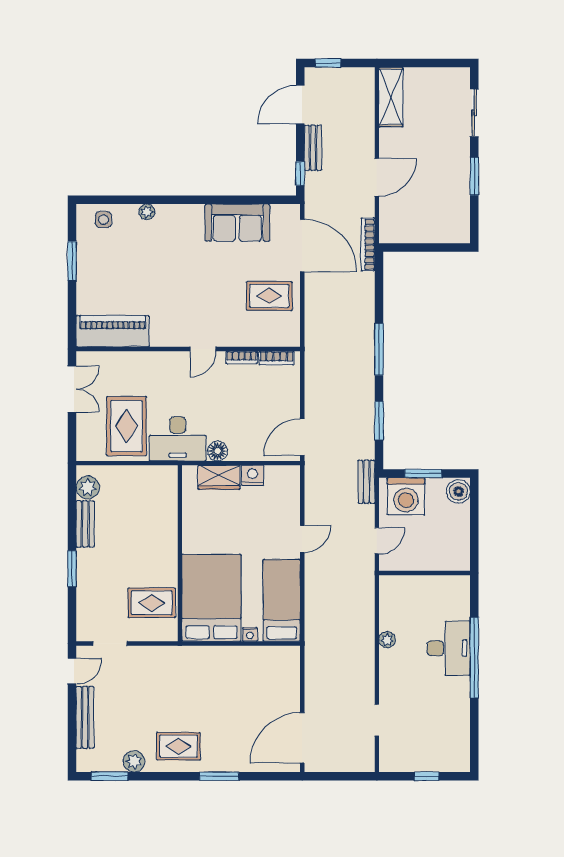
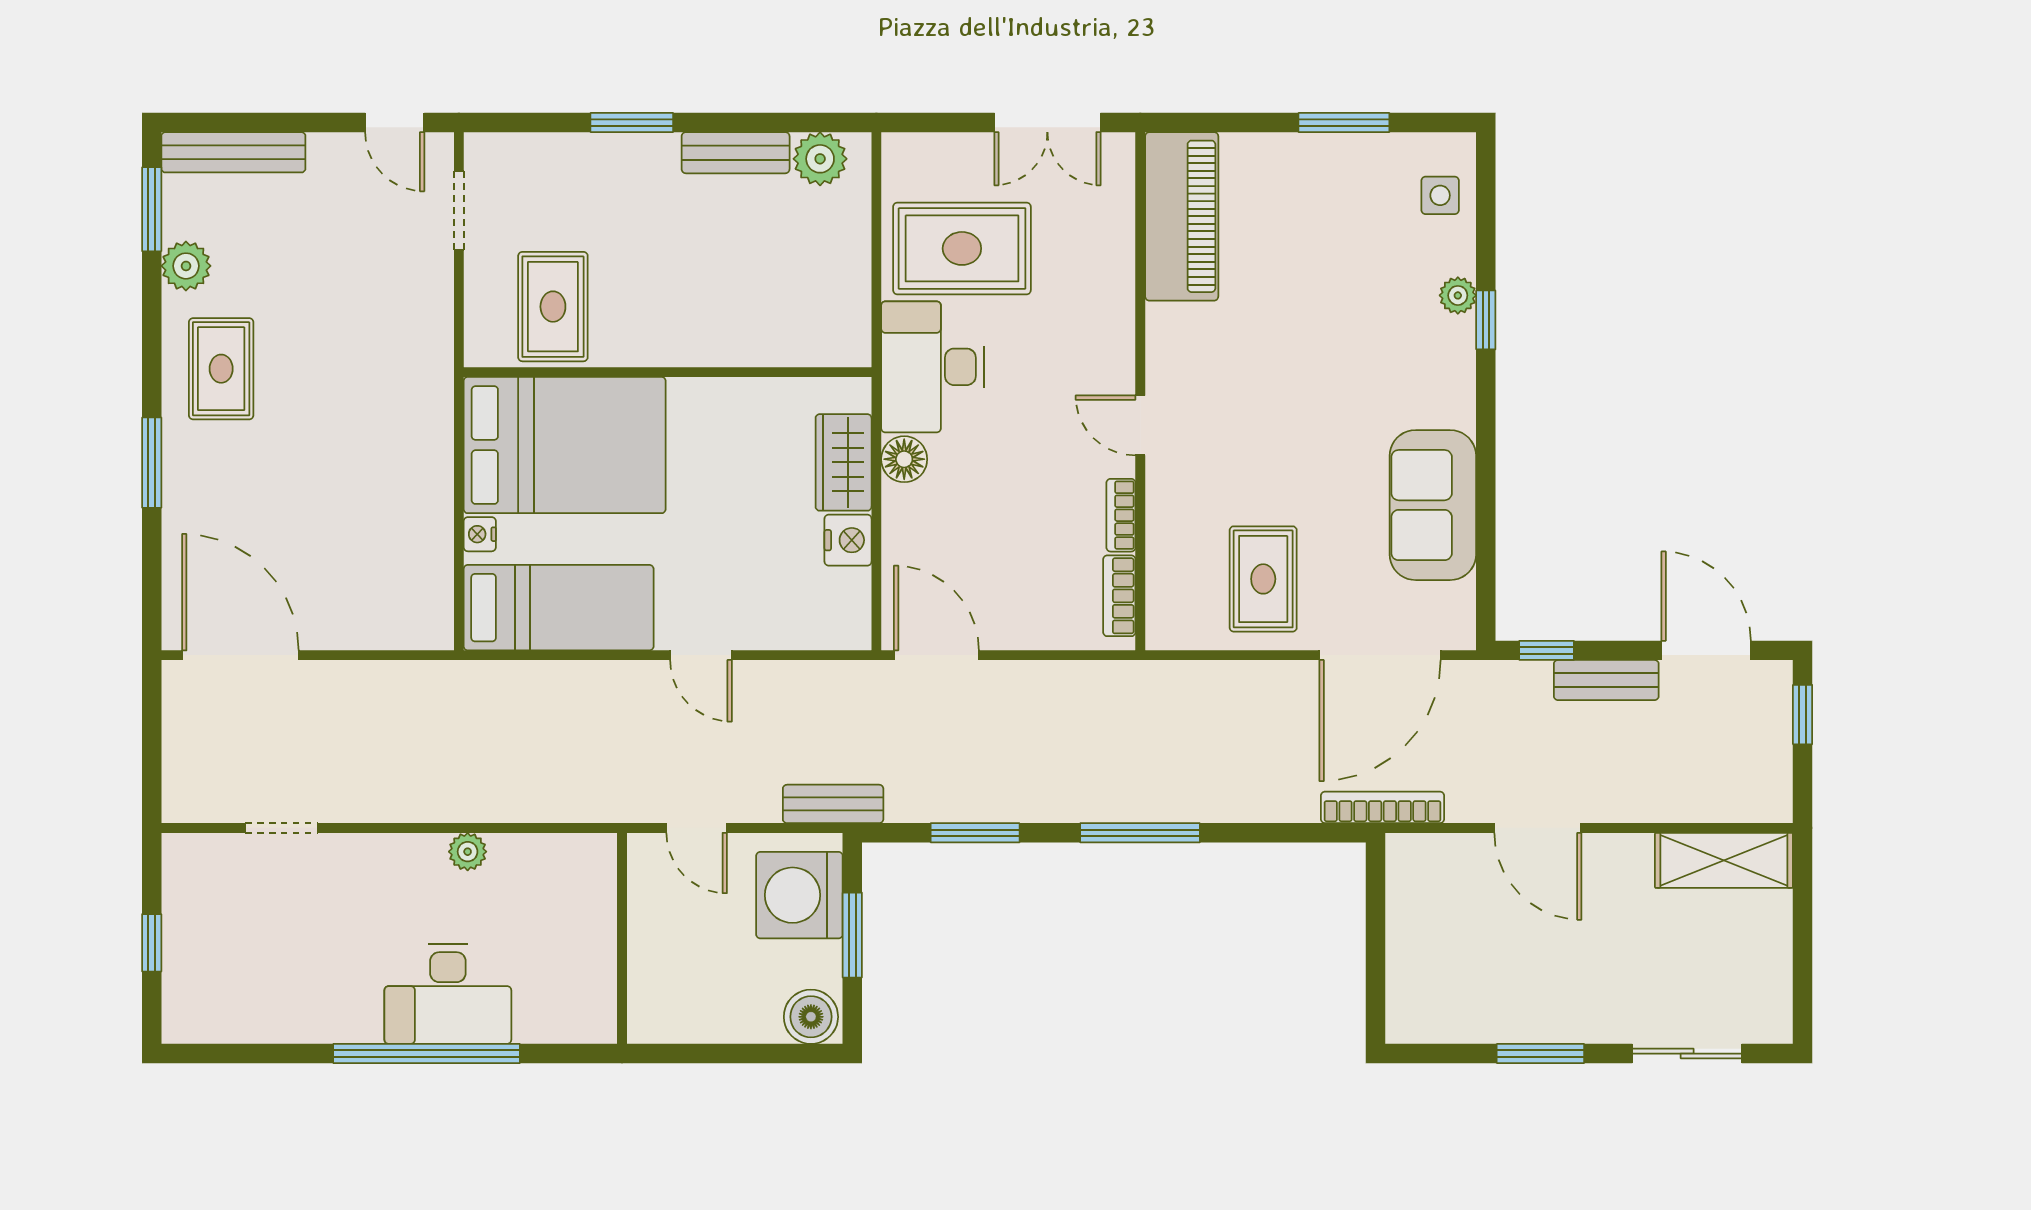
window: (157, 200) -> (1486, 320), added
bench: (85, 717) -> (233, 152), moved

